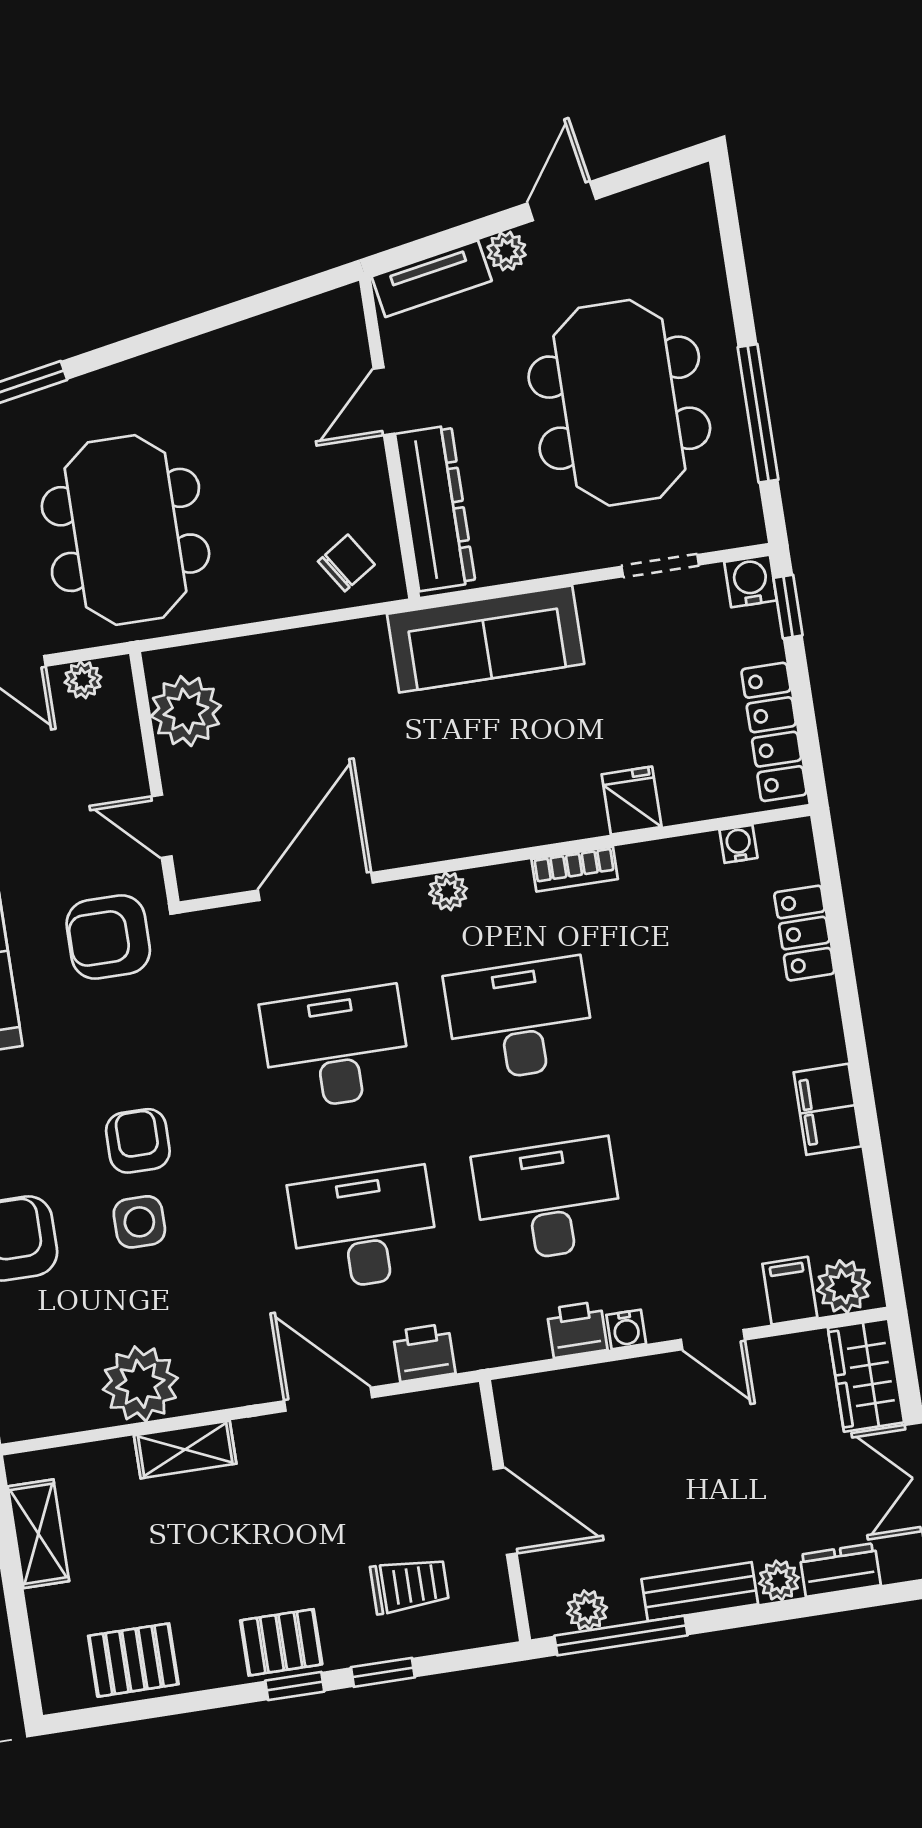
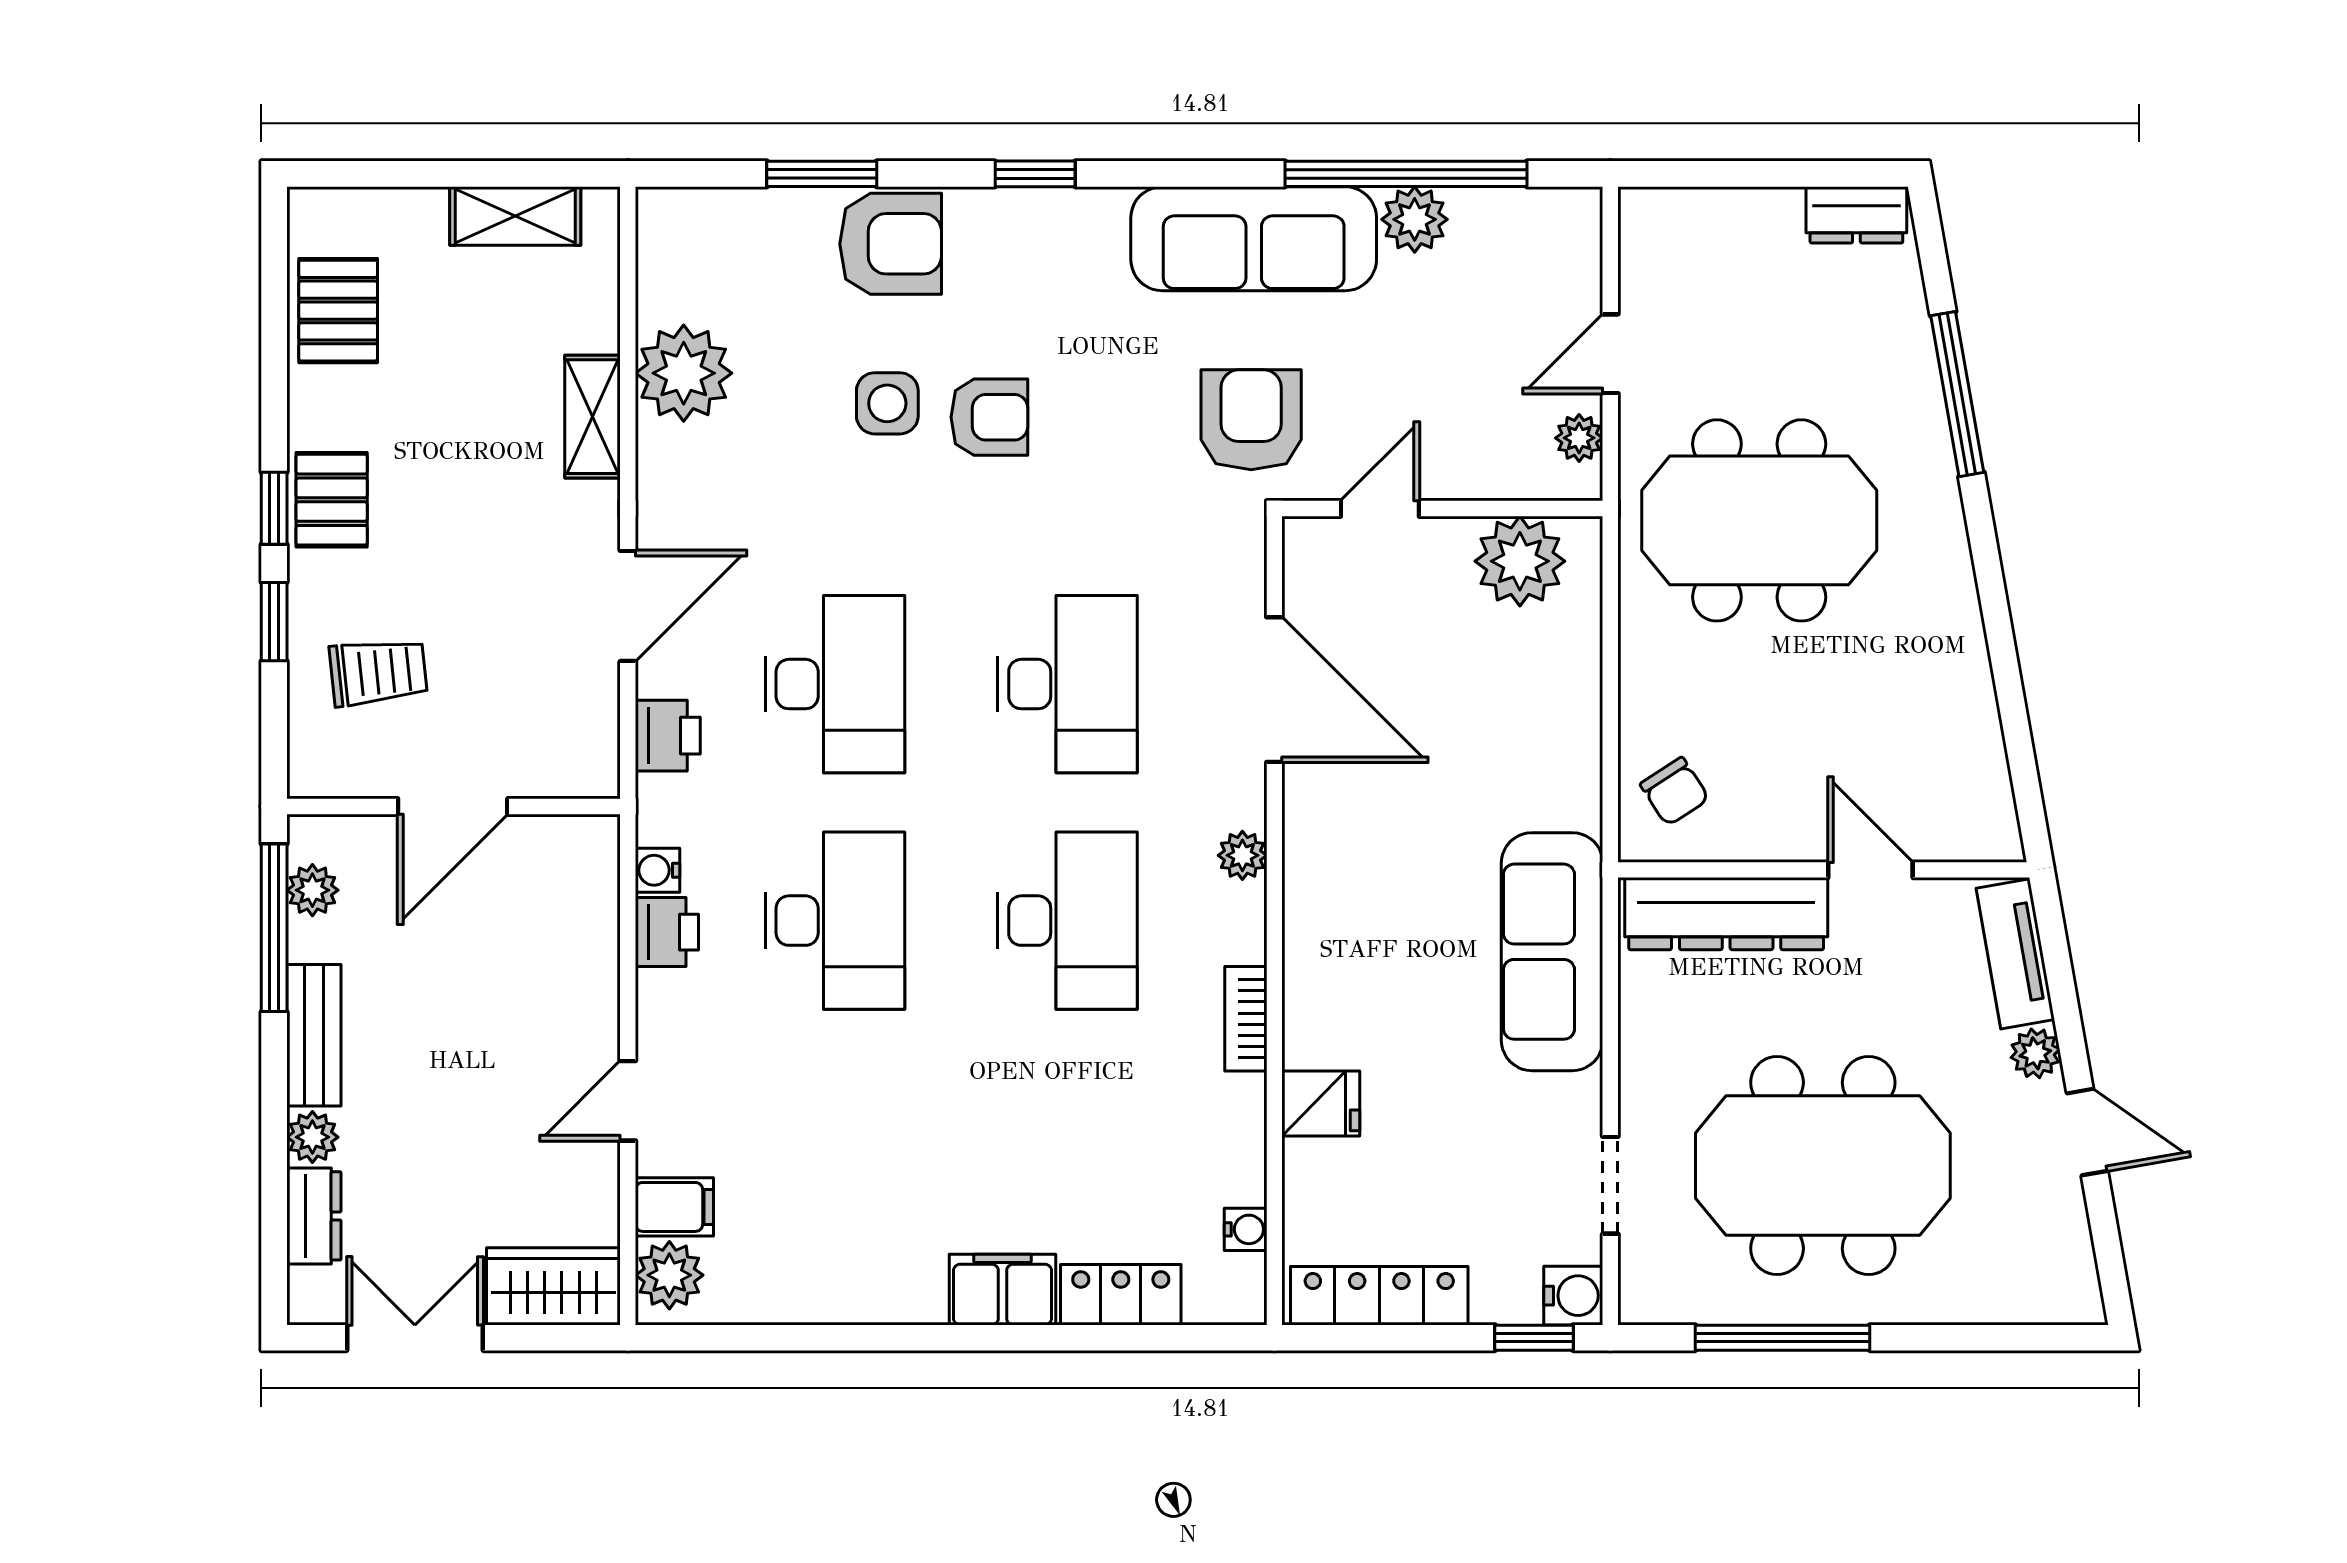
filing cabinet: (828, 1109) -> (1002, 1290), moved
water cooler: (626, 1329) -> (658, 870), moved
trolley: (410, 1585) -> (378, 672), turned -96

